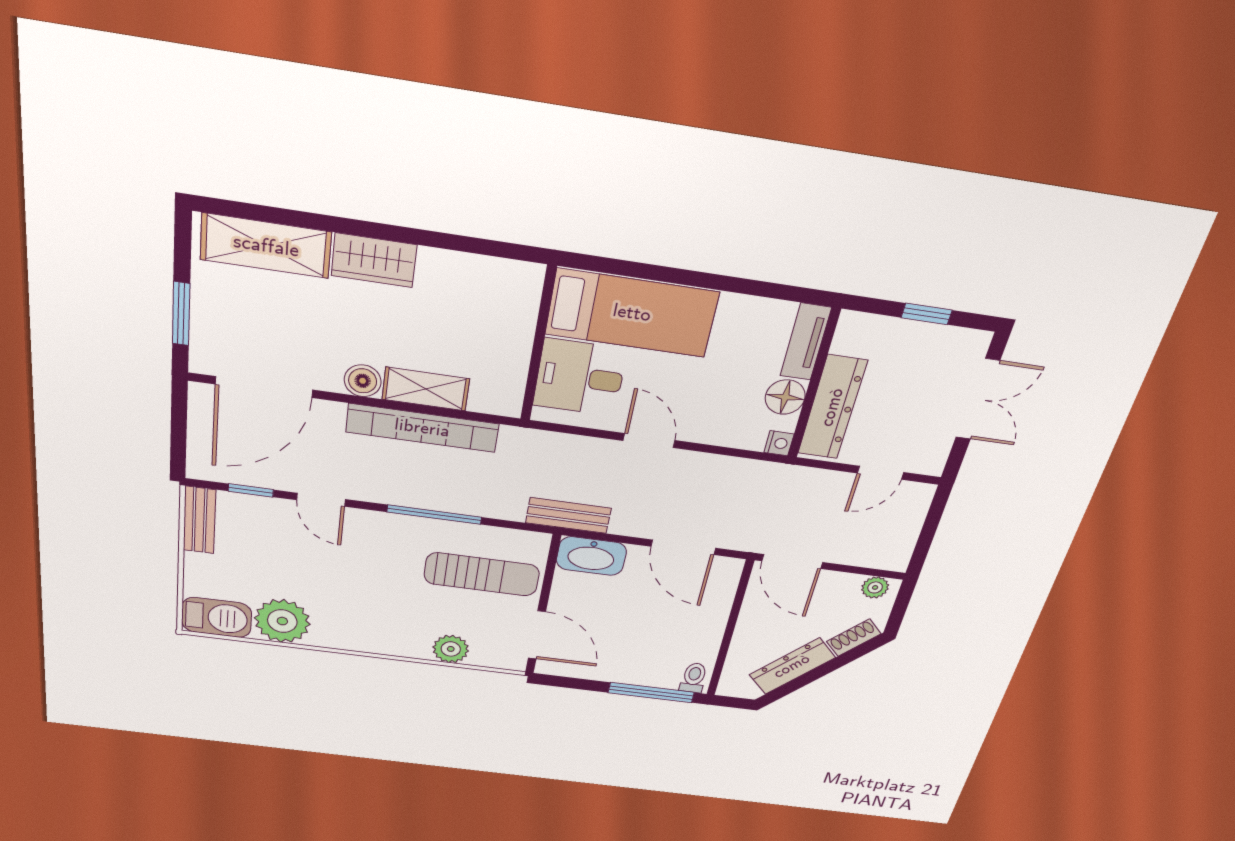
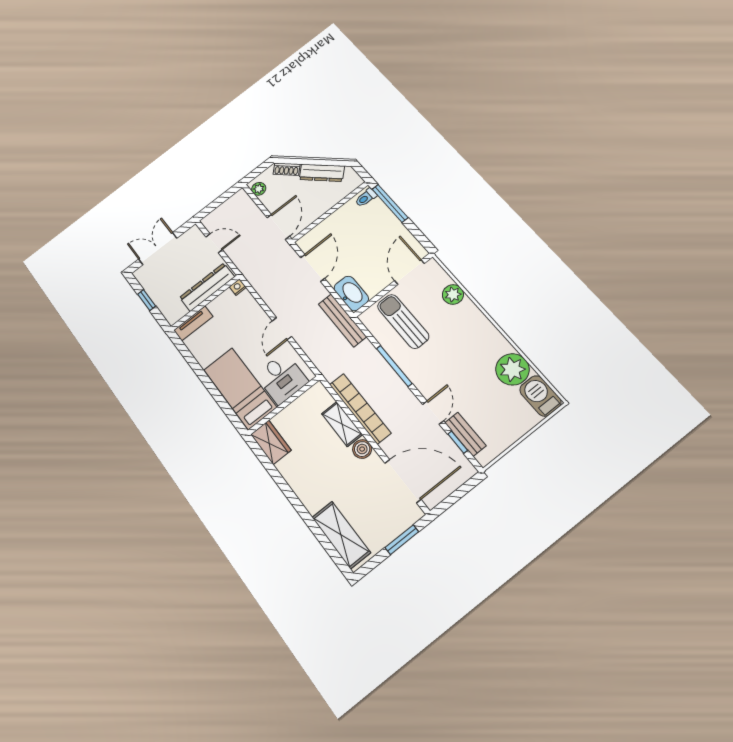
wardrobe: (374, 260) -> (271, 442), moved
floor lamp: (785, 397) -> (219, 306), removed
bench: (568, 515) -> (342, 320), width x1.36
bench: (199, 520) -> (465, 434), moved, turned 90

